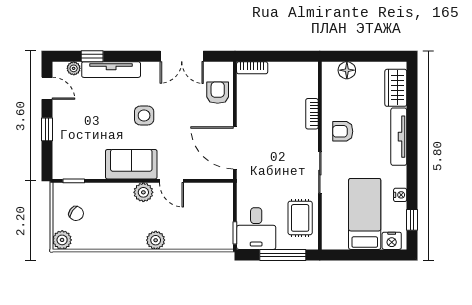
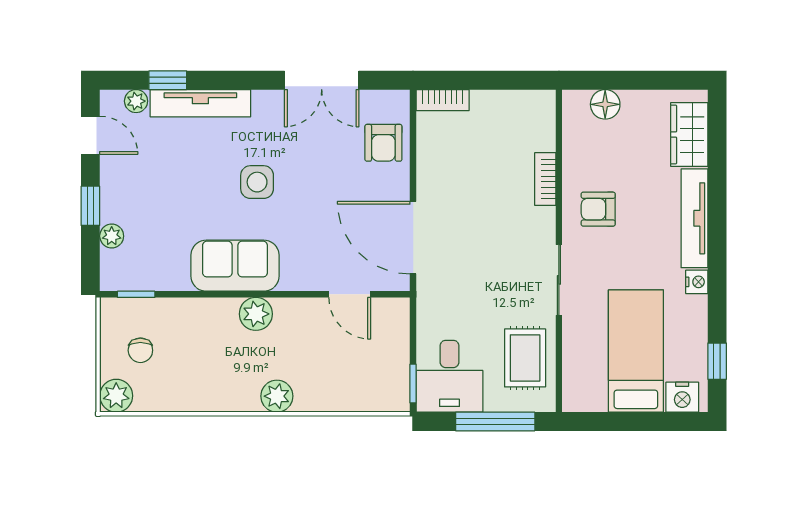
armchair: (218, 93) -> (383, 143), turned 180
plant: (59, 147) -> (112, 236), added
door: (171, 181) -> (350, 294), moved
nightstand: (400, 195) -> (697, 282), moved
chair: (76, 213) -> (140, 350), turned 55

